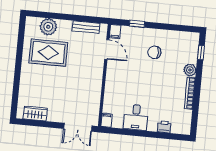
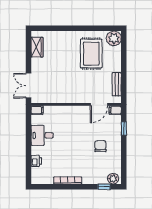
plant: (48, 27) -> (114, 38), moved
plant: (190, 70) -> (113, 179), moved

